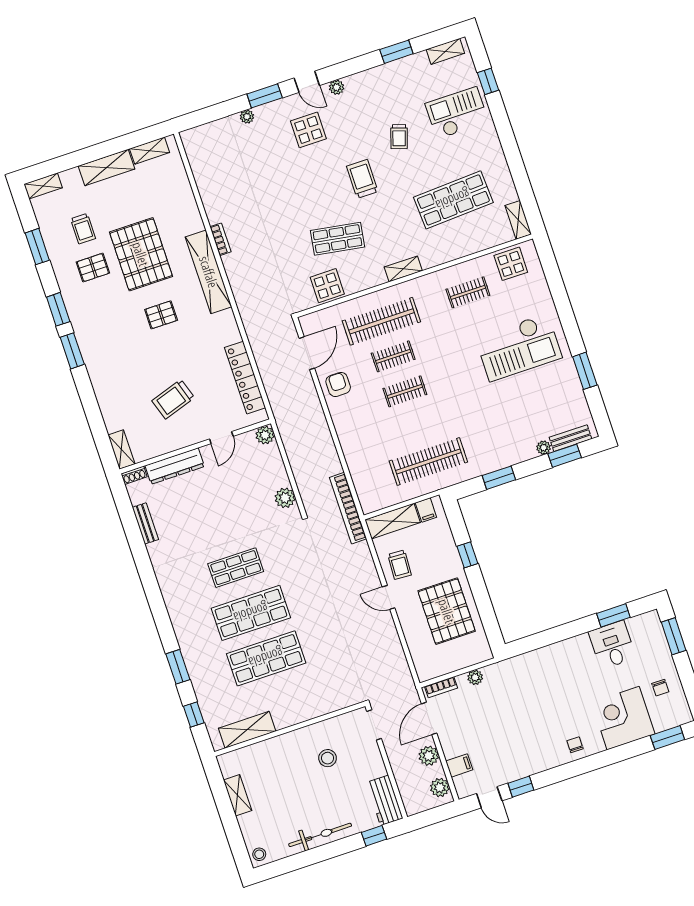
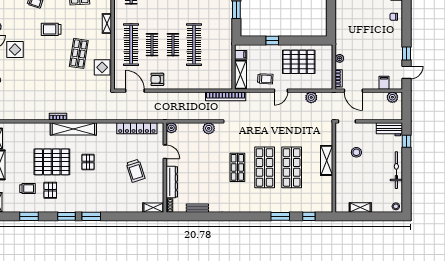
clothes rail: (428, 462) -> (194, 45), moved
shelving: (247, 730) -> (327, 160), moved
plant: (429, 756) -> (311, 97), moved

